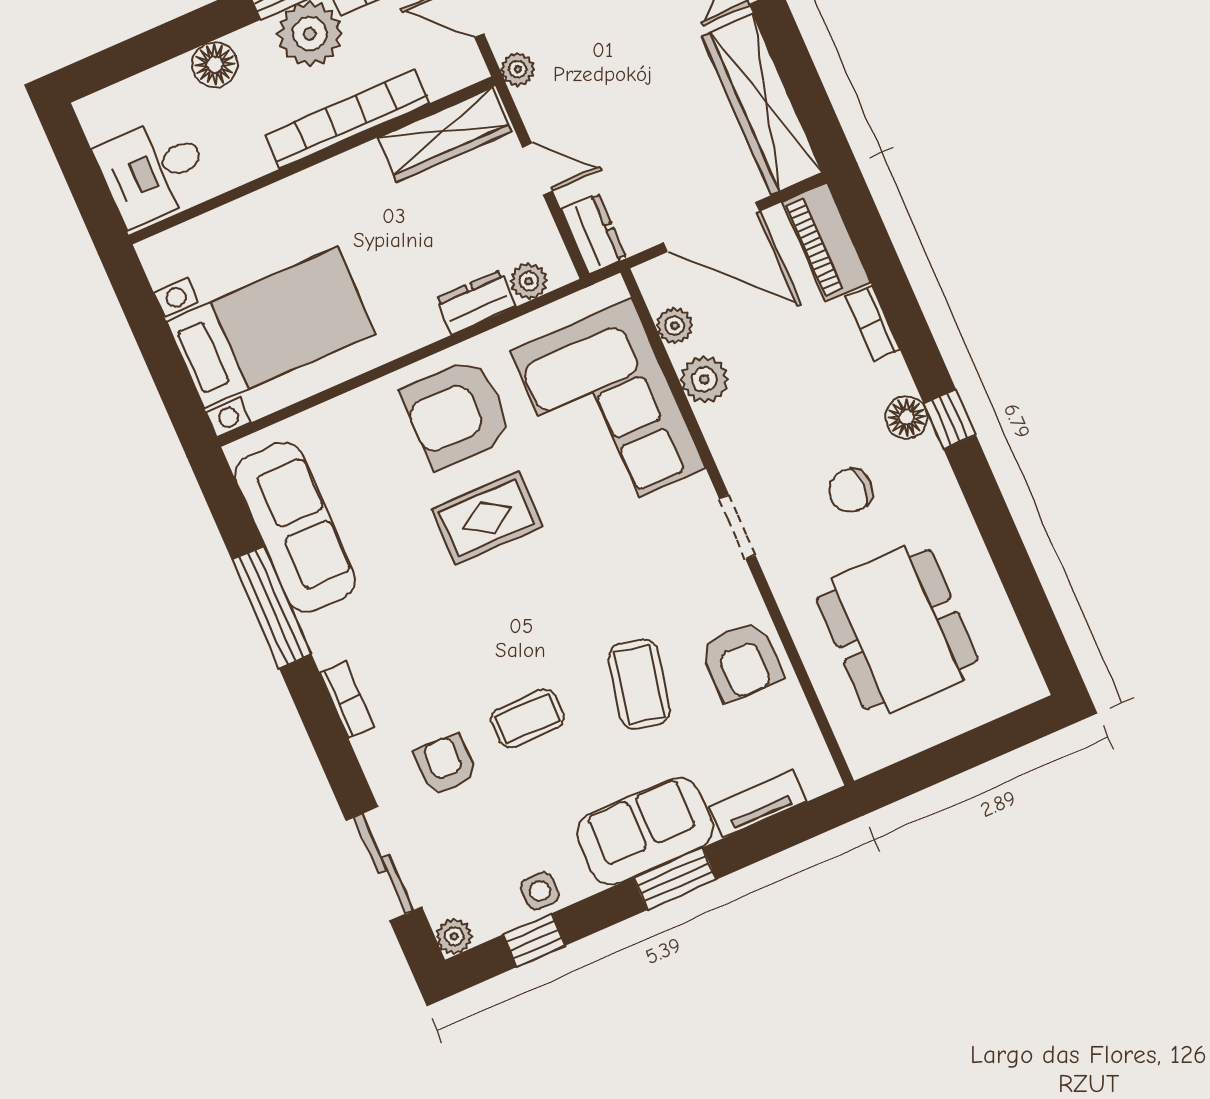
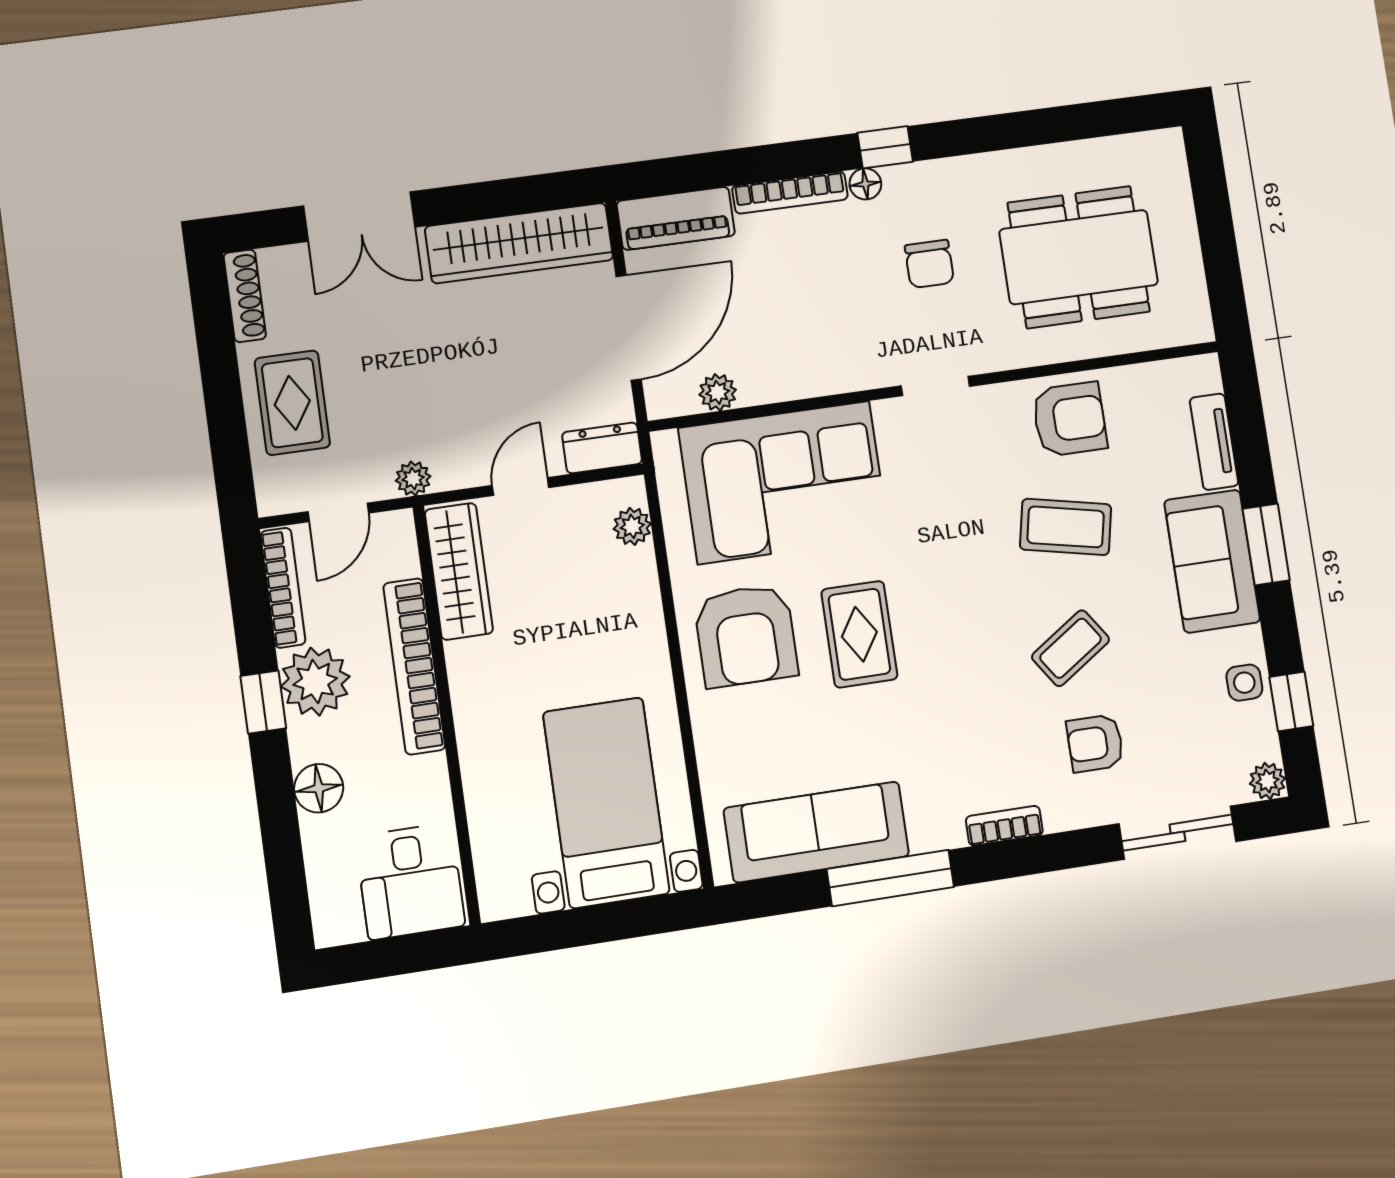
dresser: (476, 302) -> (639, 586), removed
bookcase: (873, 323) -> (790, 193), width x1.56
plant: (704, 379) -> (780, 378), removed
floor lamp: (907, 417) -> (865, 184), width x0.73, depth x0.73
coffee table: (527, 718) -> (1071, 648), turned 56

